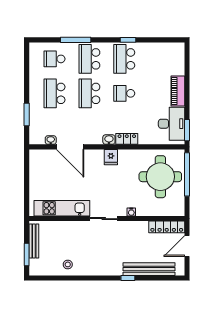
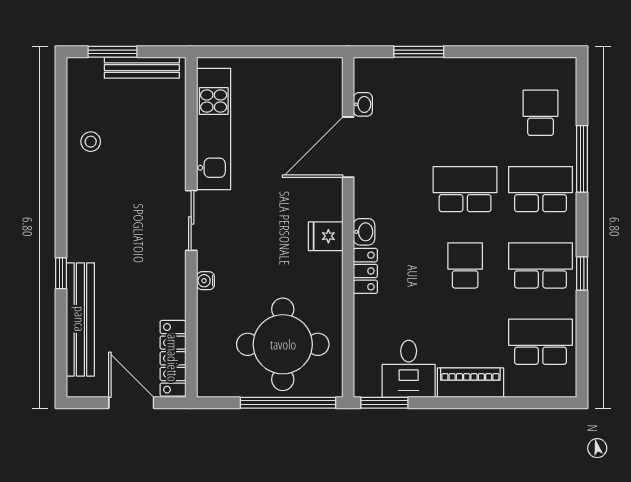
school desk: (55, 93) -> (541, 342), moved
desk: (172, 124) -> (409, 369), width x0.73

